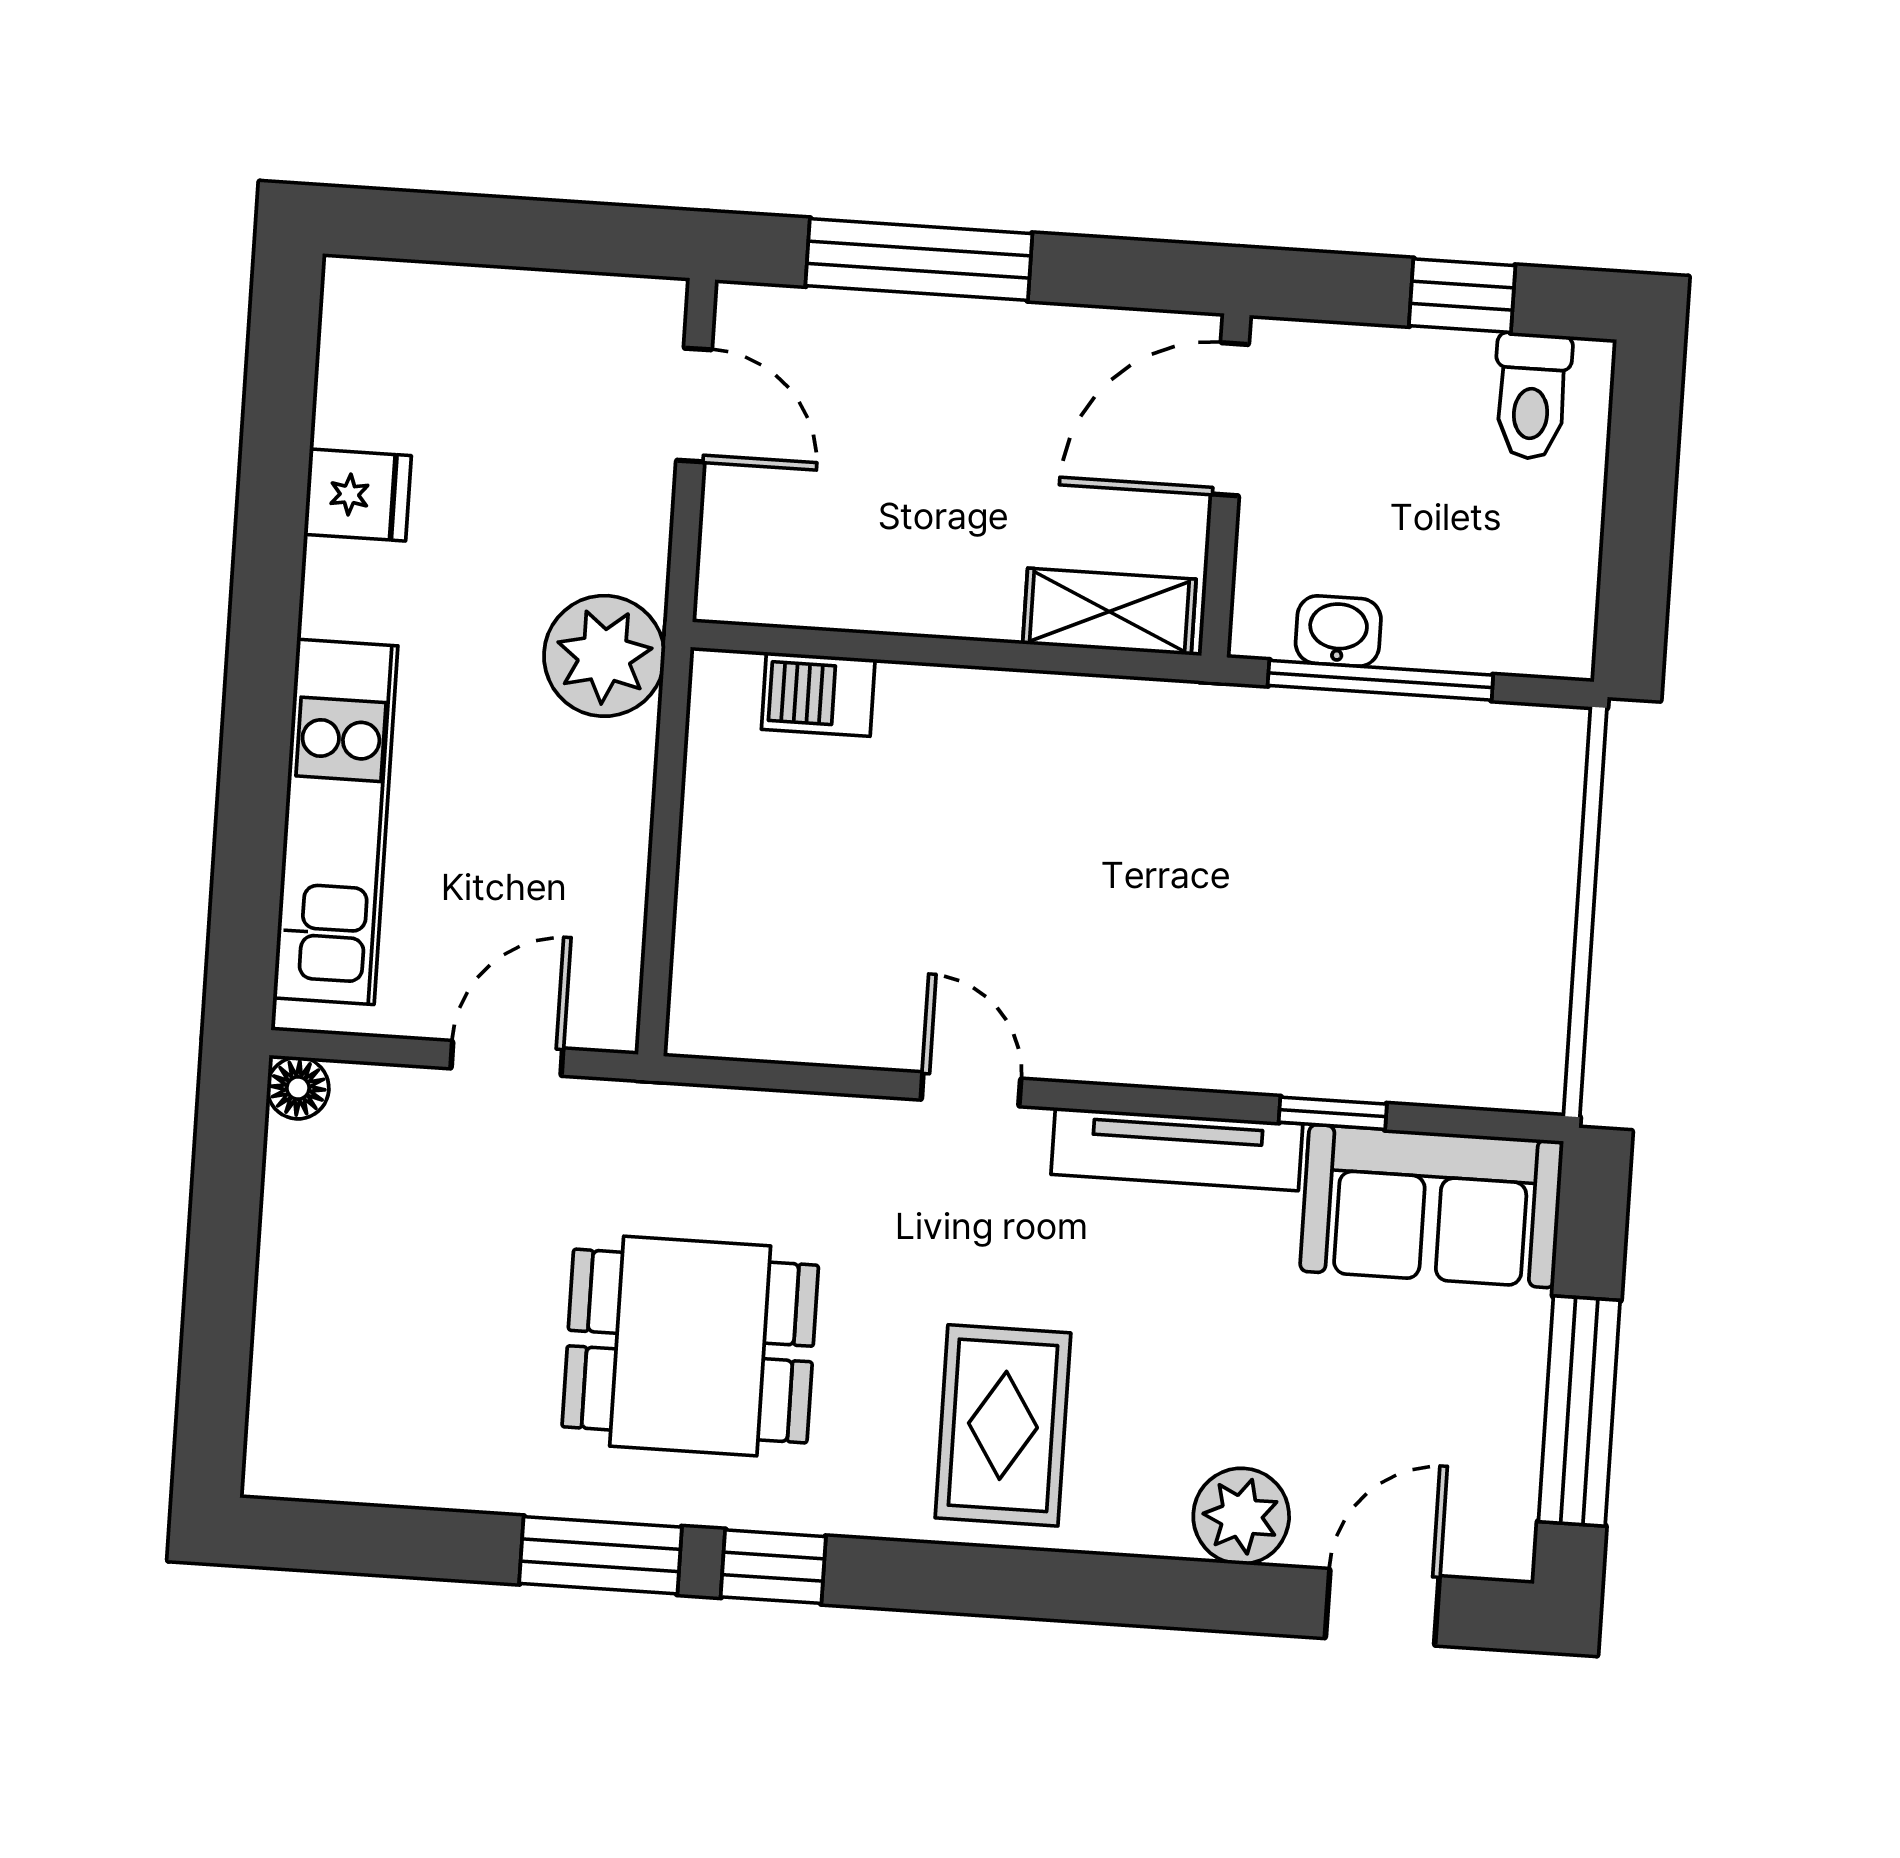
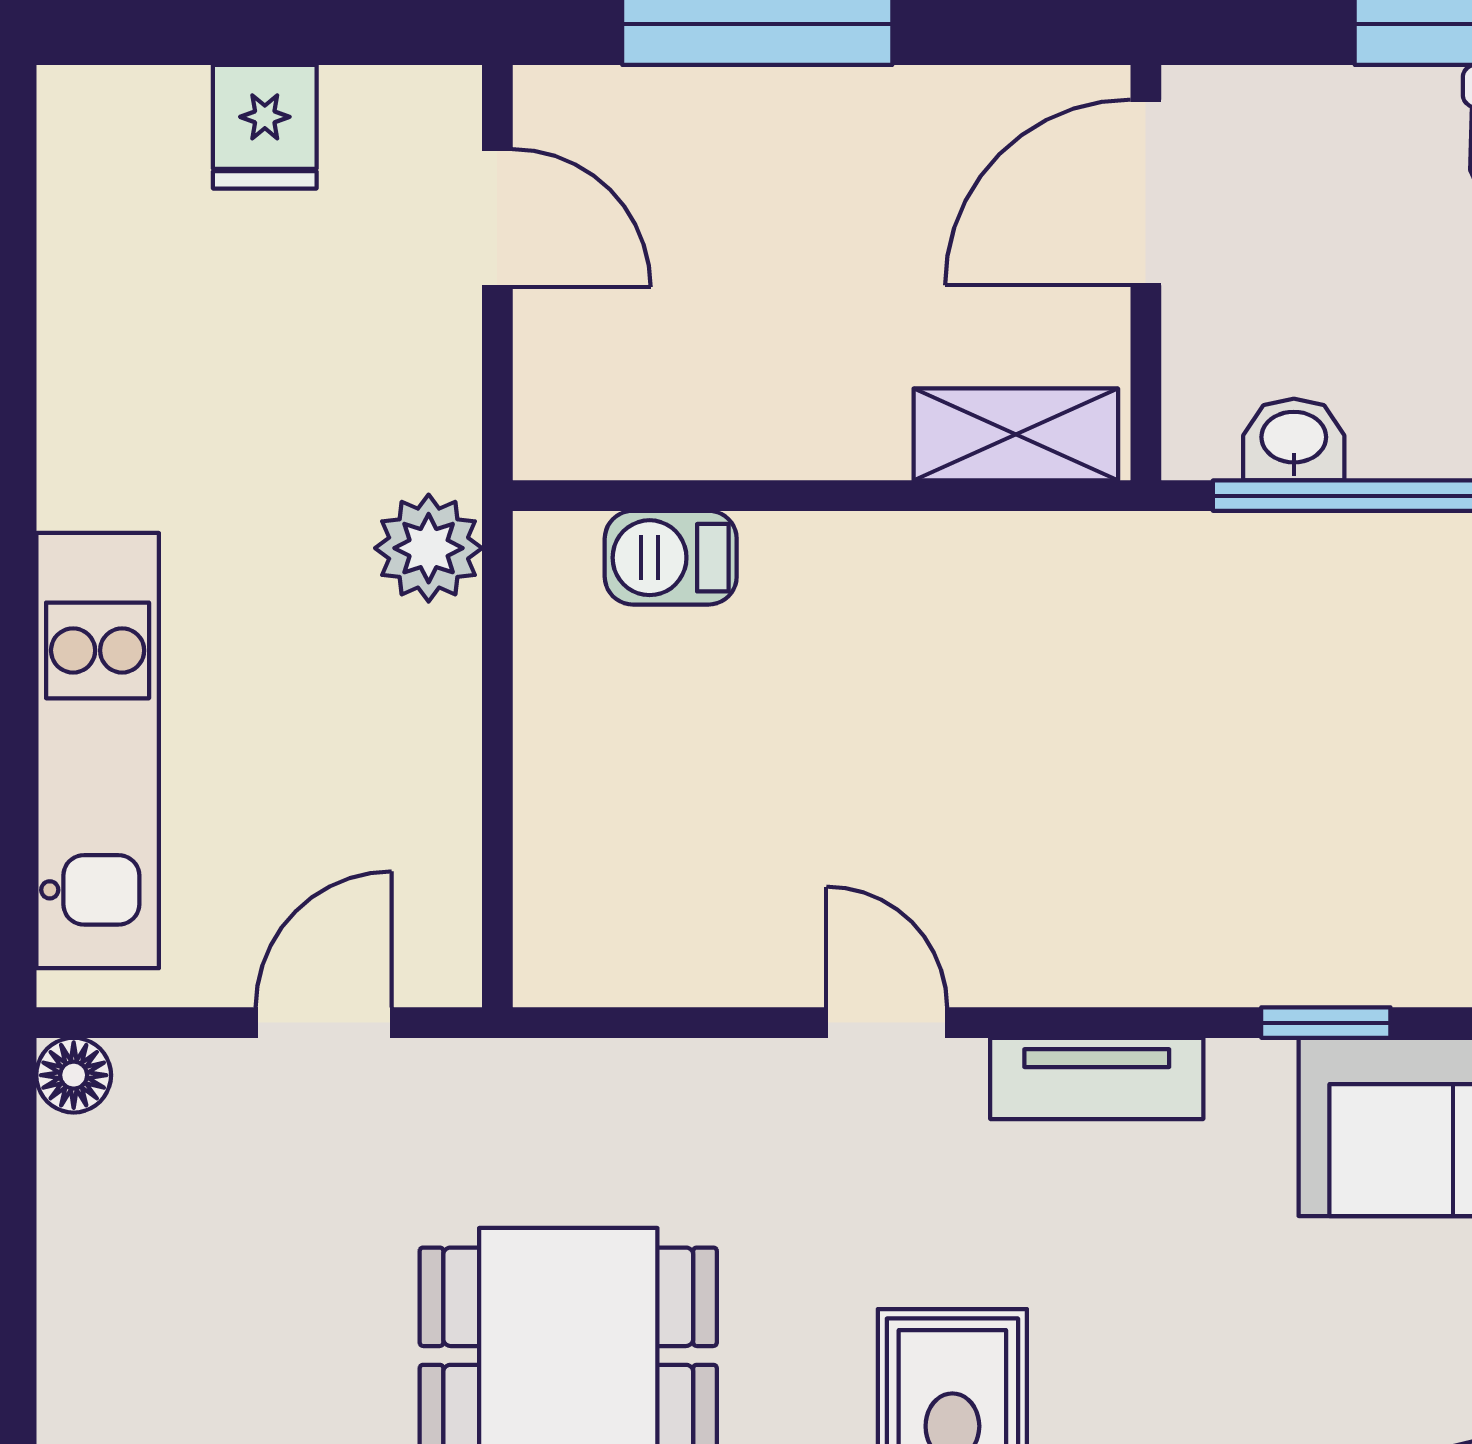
fridge: (358, 495) -> (265, 127), moved, turned 90
plant: (604, 656) -> (429, 548), width x0.73, depth x0.73
tv unit: (1177, 1149) -> (1097, 1078), width x0.71

